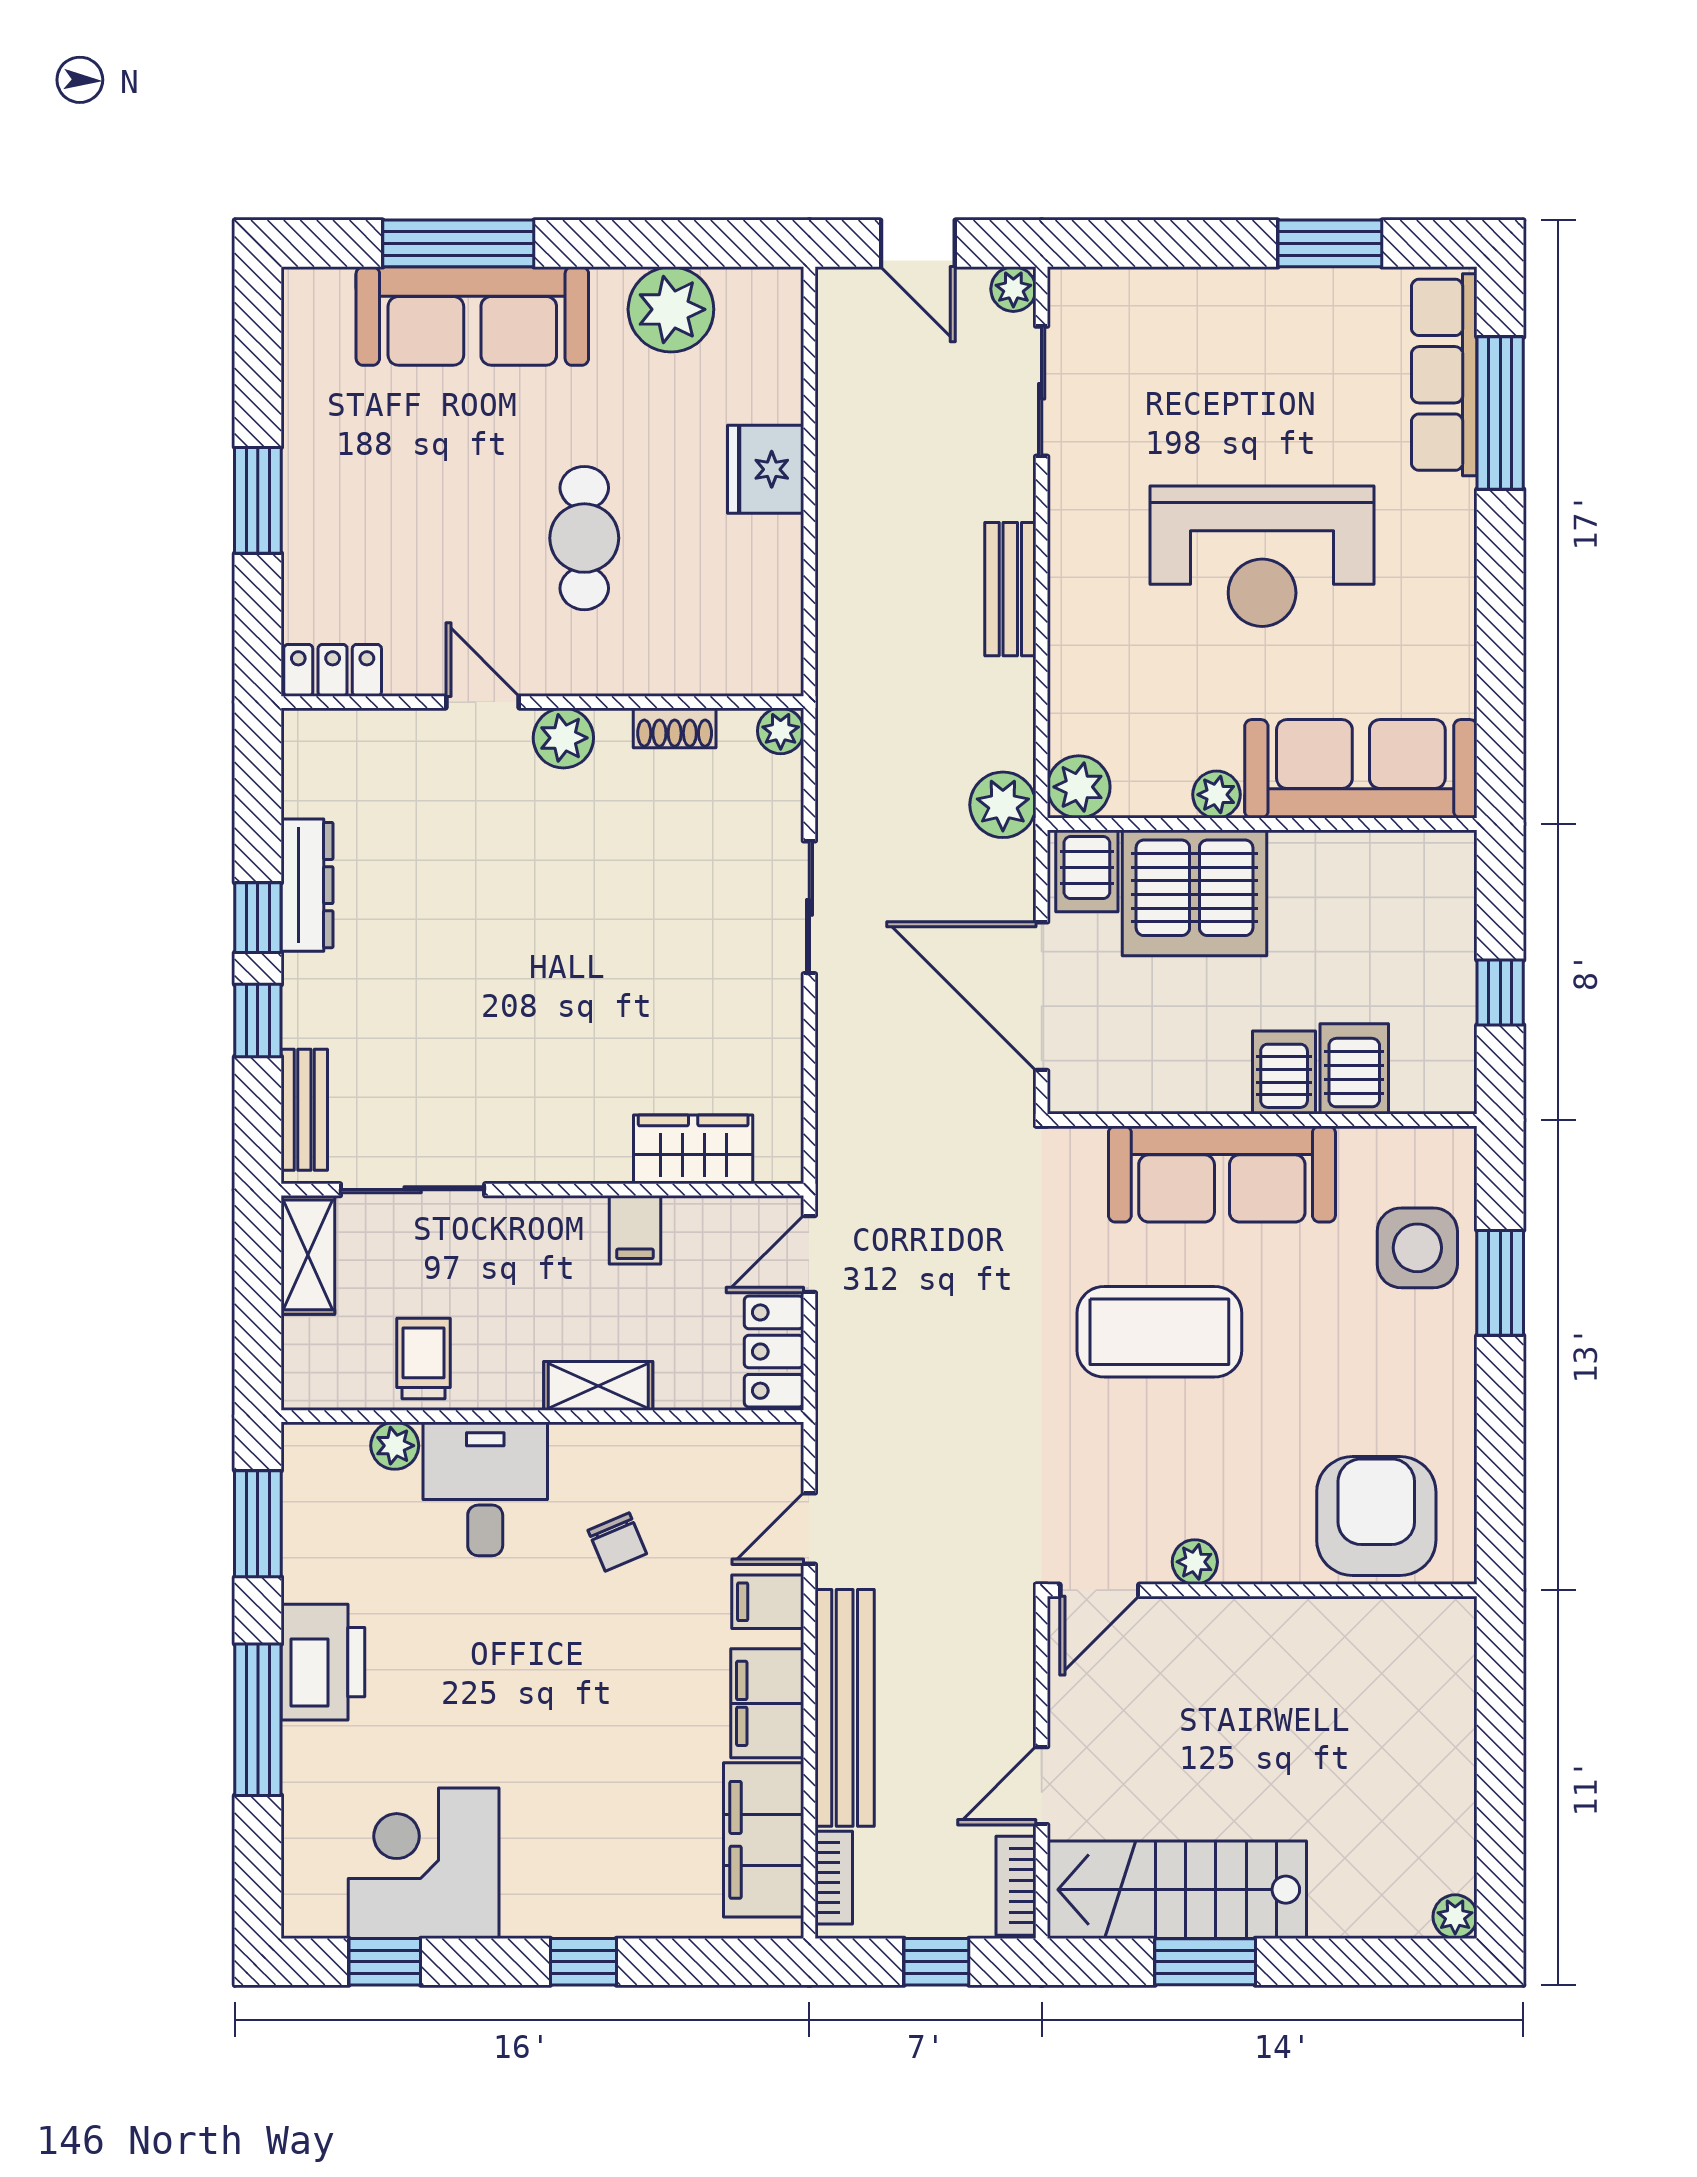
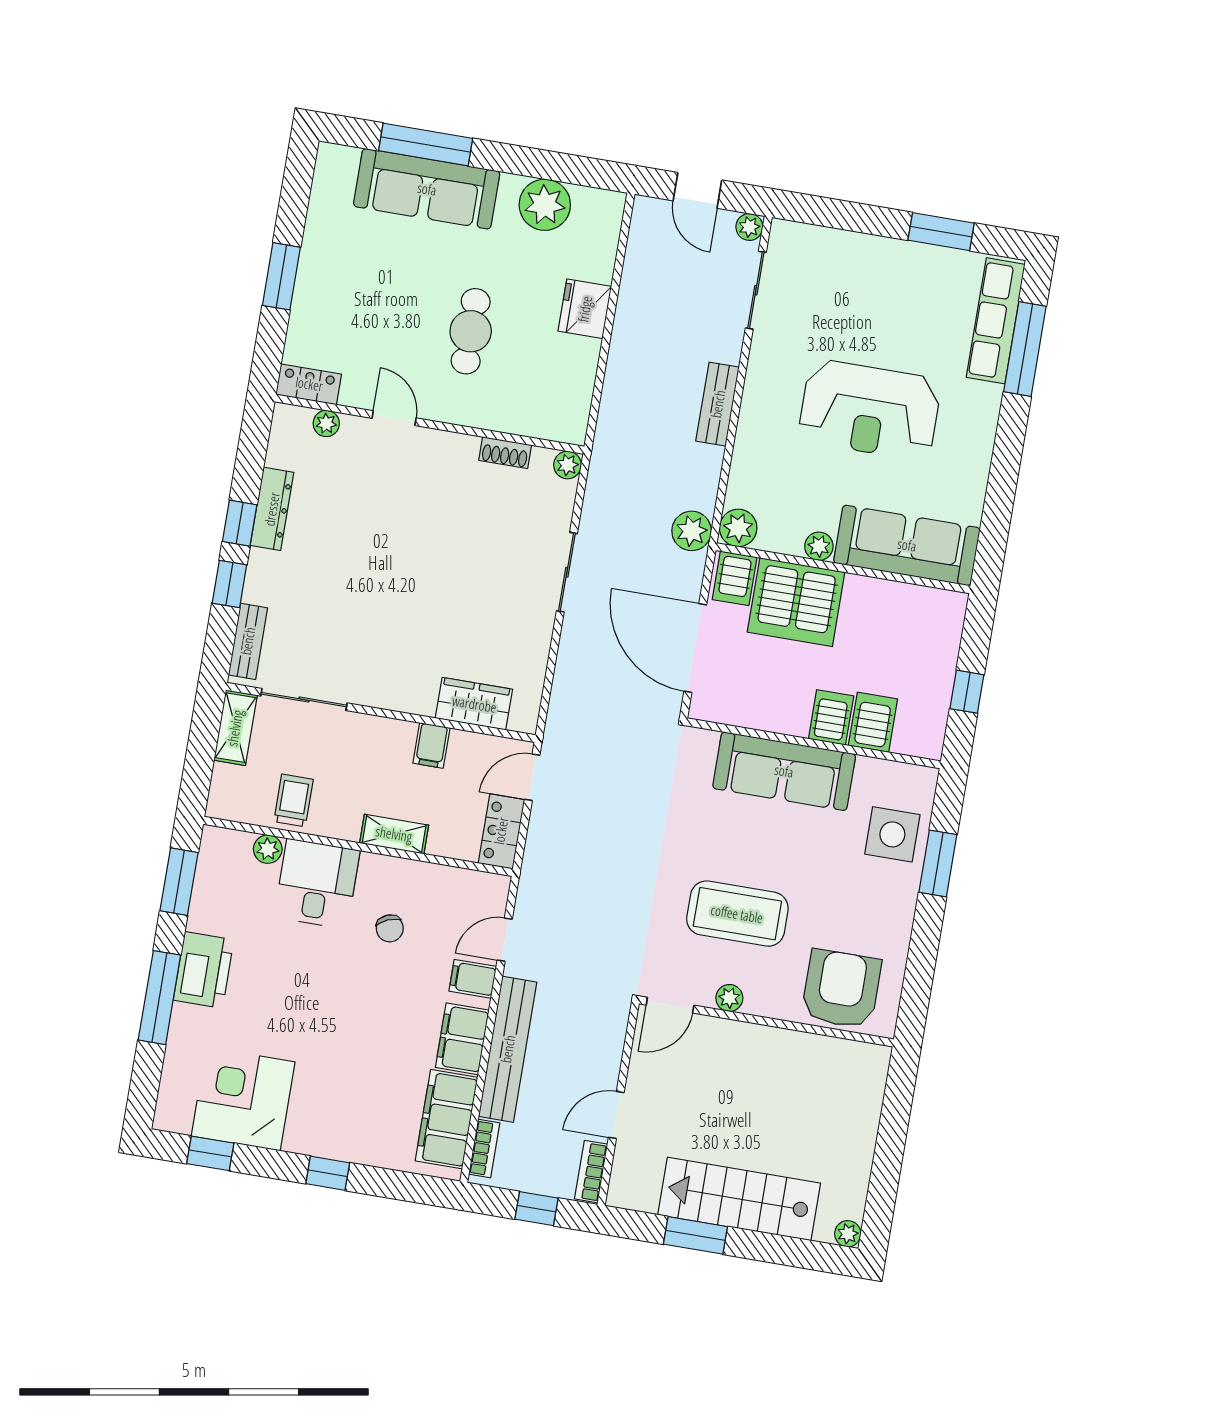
plant: (563, 738) -> (326, 423), moved, width x0.73, depth x0.73
coffee table: (1159, 1332) -> (737, 914), moved
stairs: (1177, 1890) -> (739, 1199), moved

